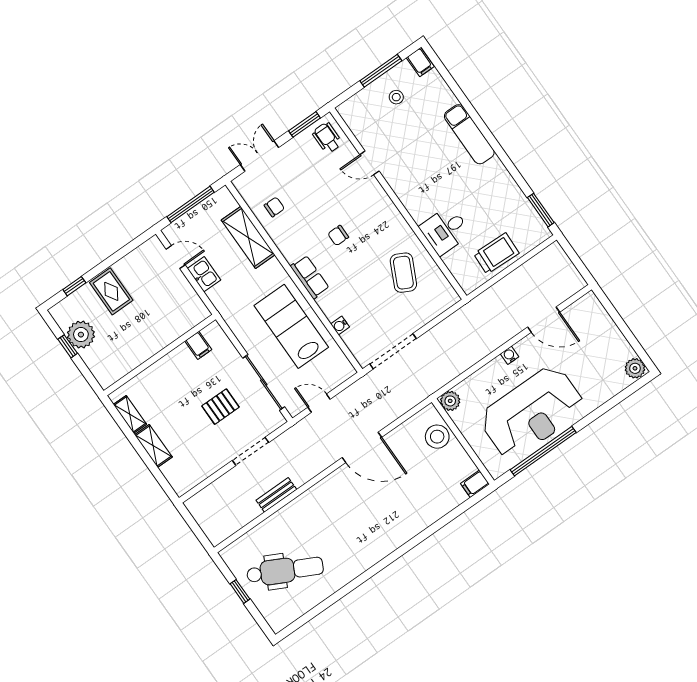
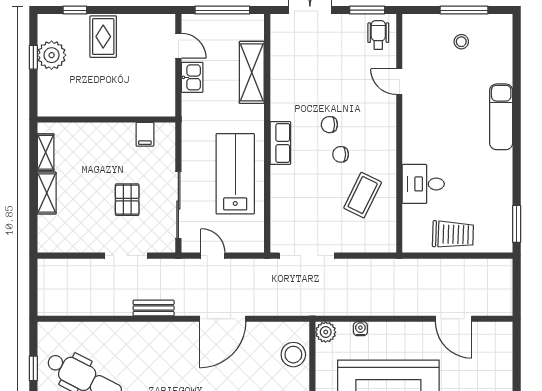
filing cabinet: (420, 62) -> (503, 26), removed
chair: (274, 207) -> (341, 154), moved, turned 180
water cooler: (340, 325) -> (277, 202), removed
water cooler: (510, 355) -> (360, 329), moved
pallet: (220, 407) -> (127, 200), turned 90
door: (362, 447) -> (223, 319), hinge flipped
bench: (276, 495) -> (154, 308), moved

